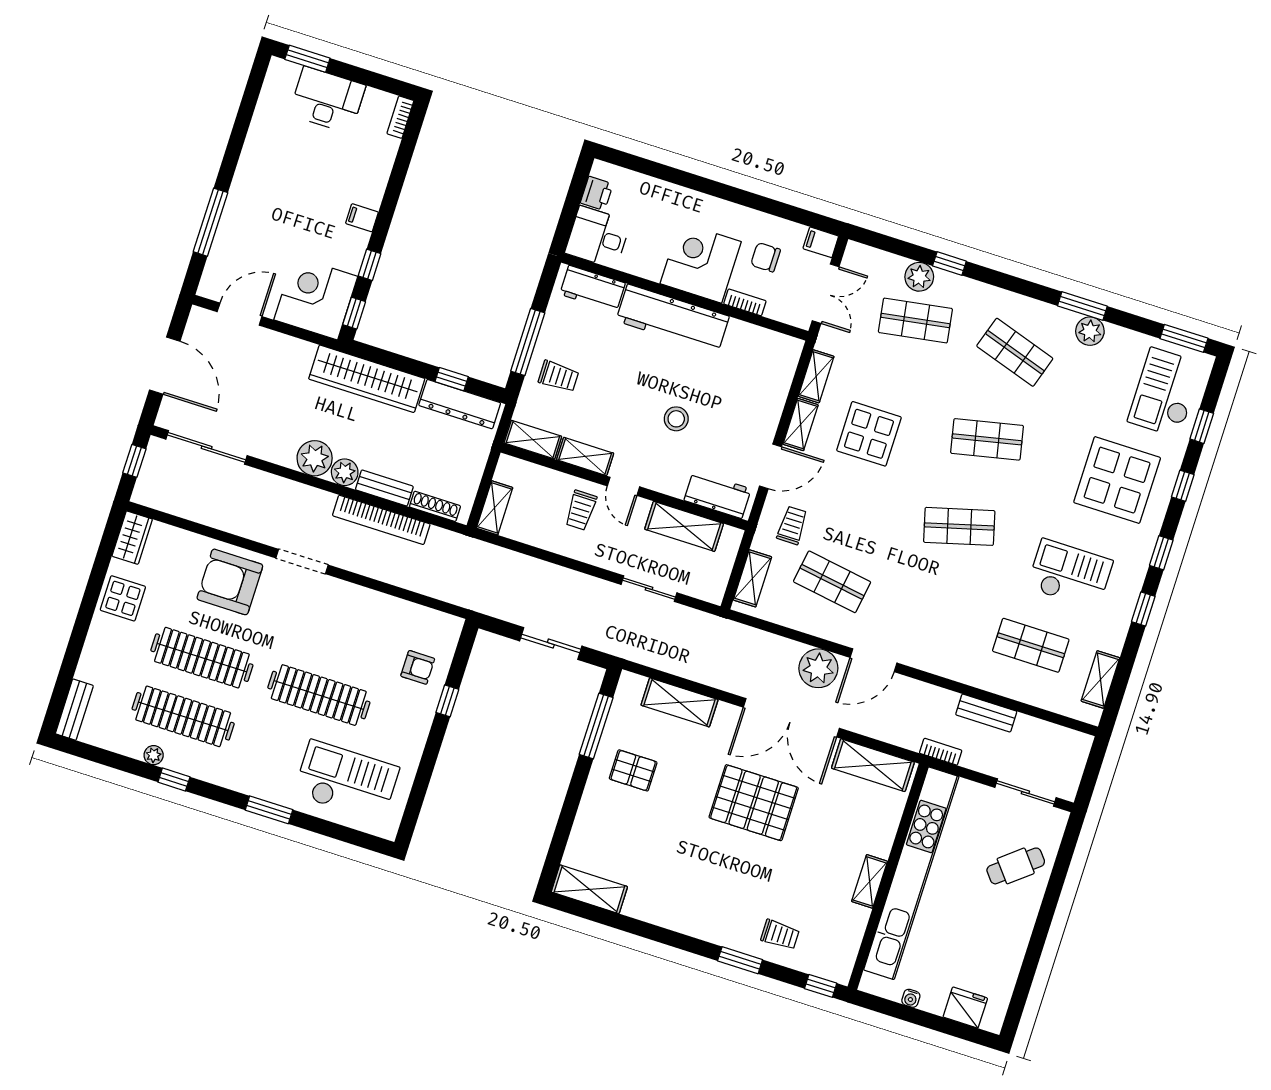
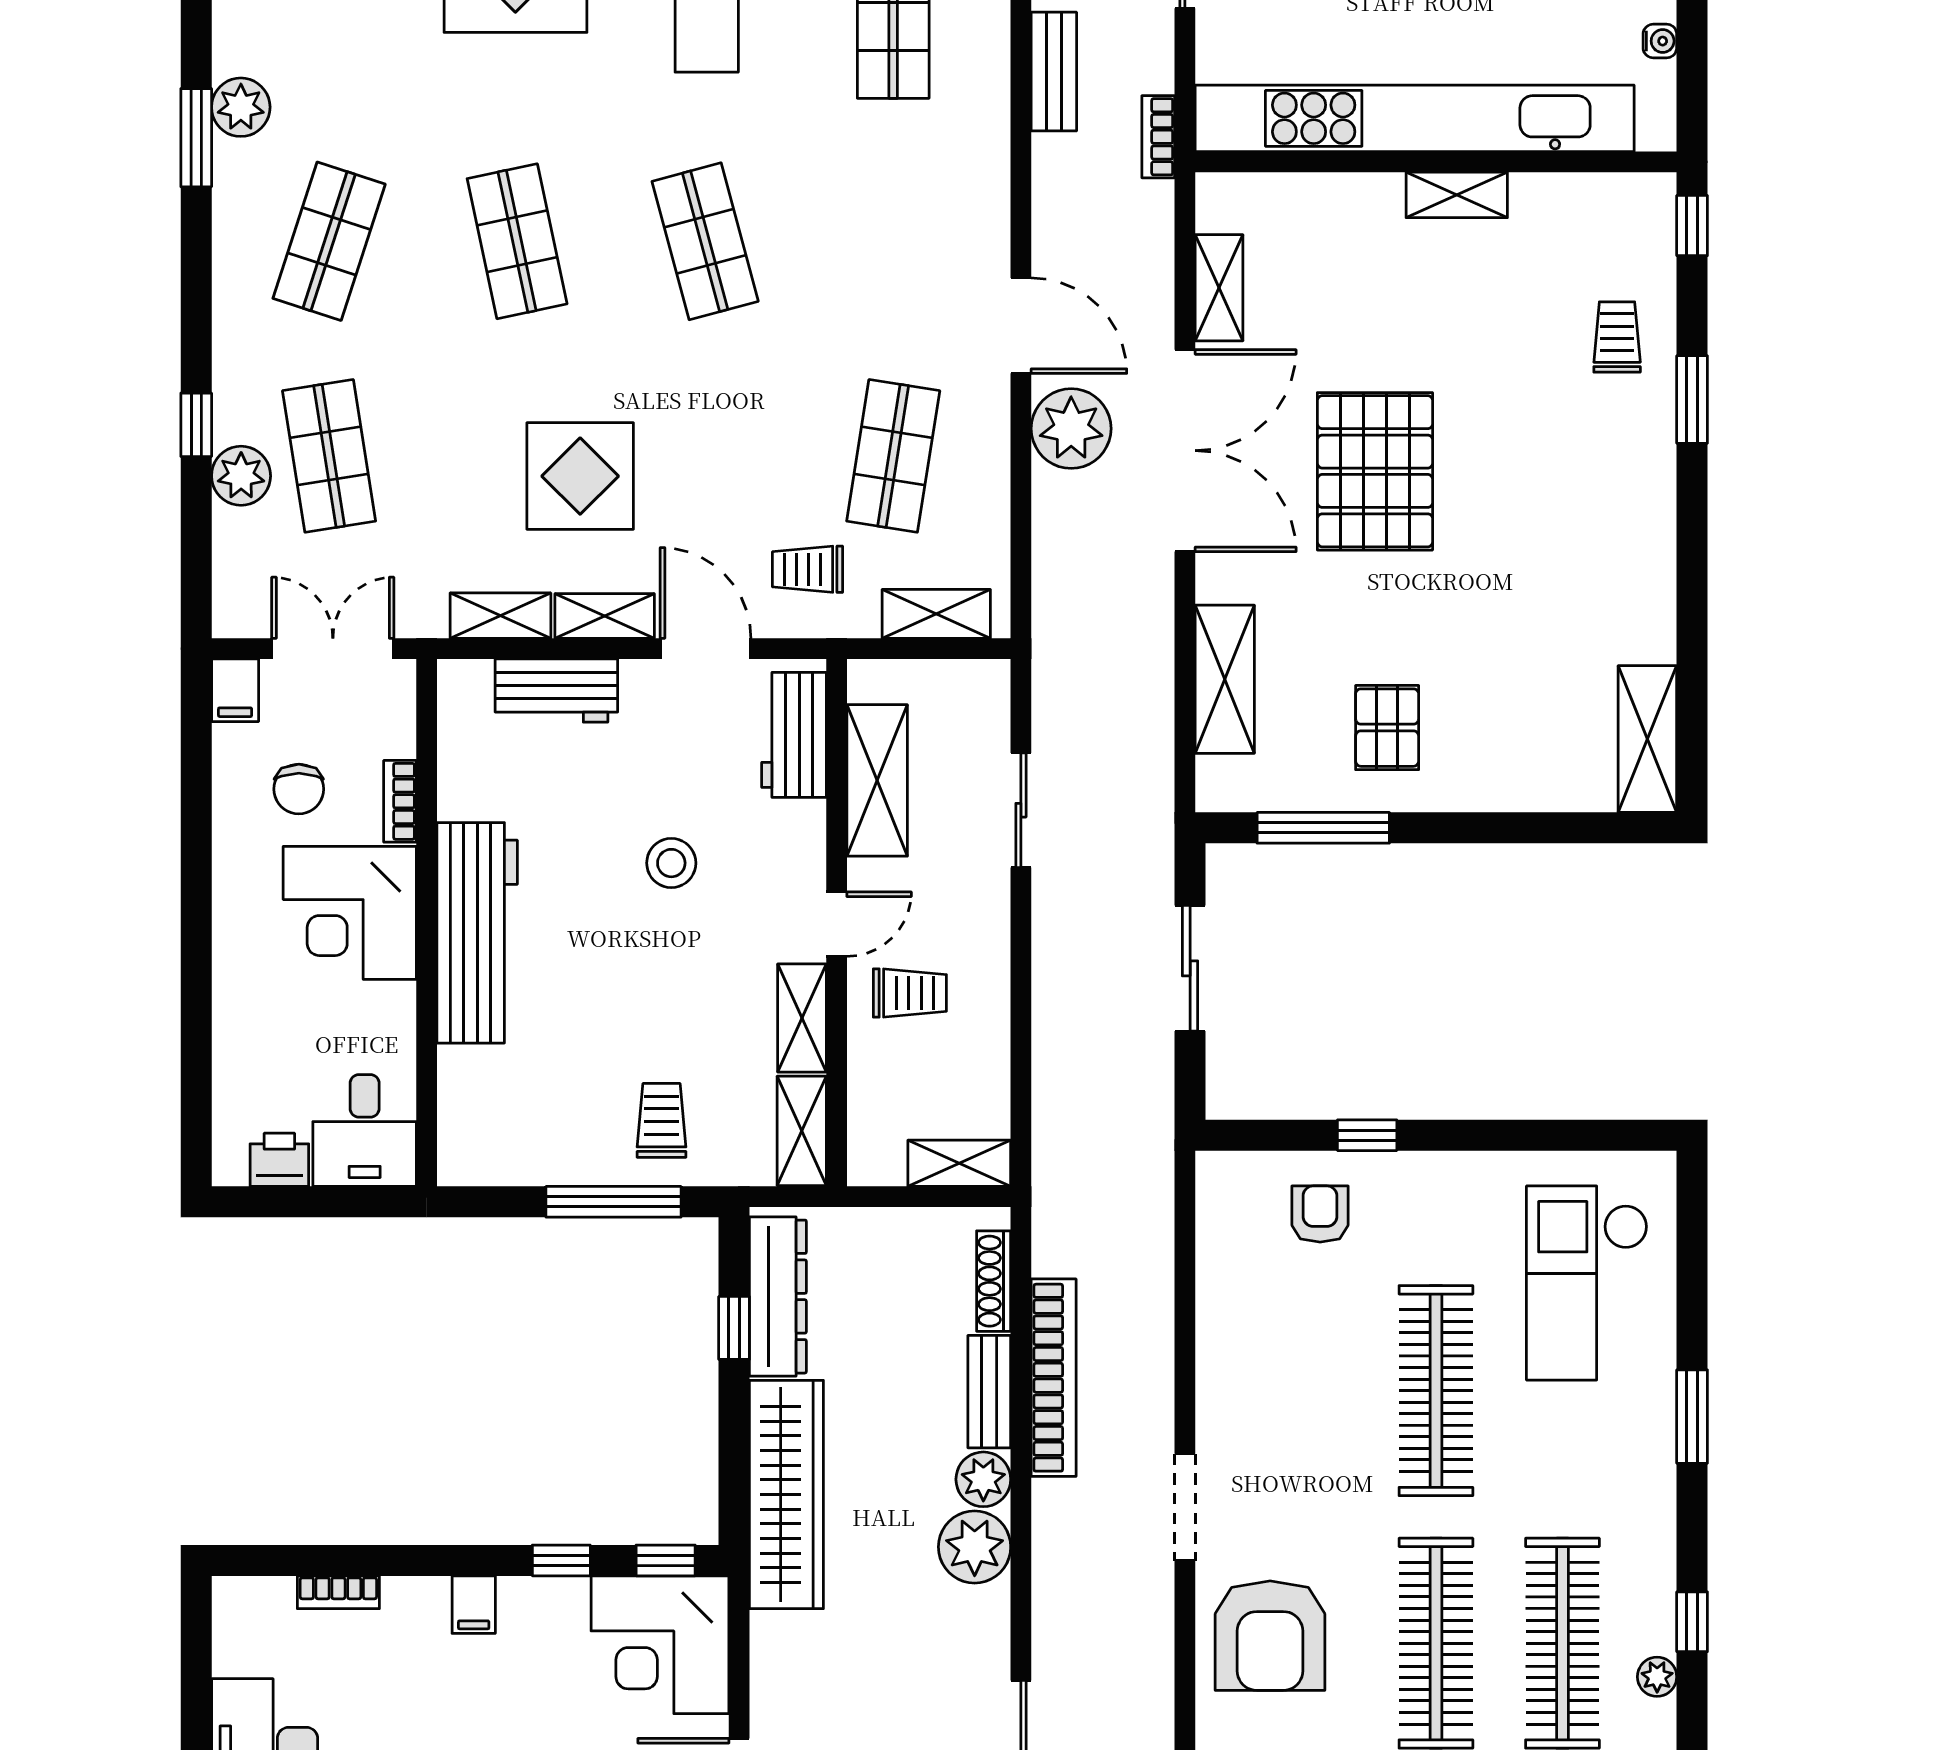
bookcase: (400, 117) -> (338, 1592), moved
workbench: (592, 289) -> (556, 690), moved, turned 90
shelving: (873, 765) -> (1219, 288), width x0.67, depth x0.75

